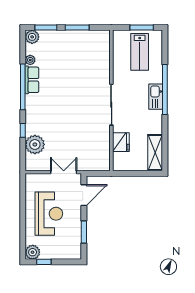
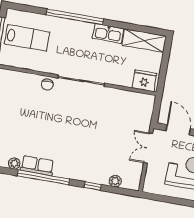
chair: (103, 76) -> (47, 85), added
kitchen sink: (156, 97) -> (108, 33), moved
fridge: (121, 142) -> (144, 81), moved
plant: (35, 144) -> (115, 181), width x0.53, depth x0.53

